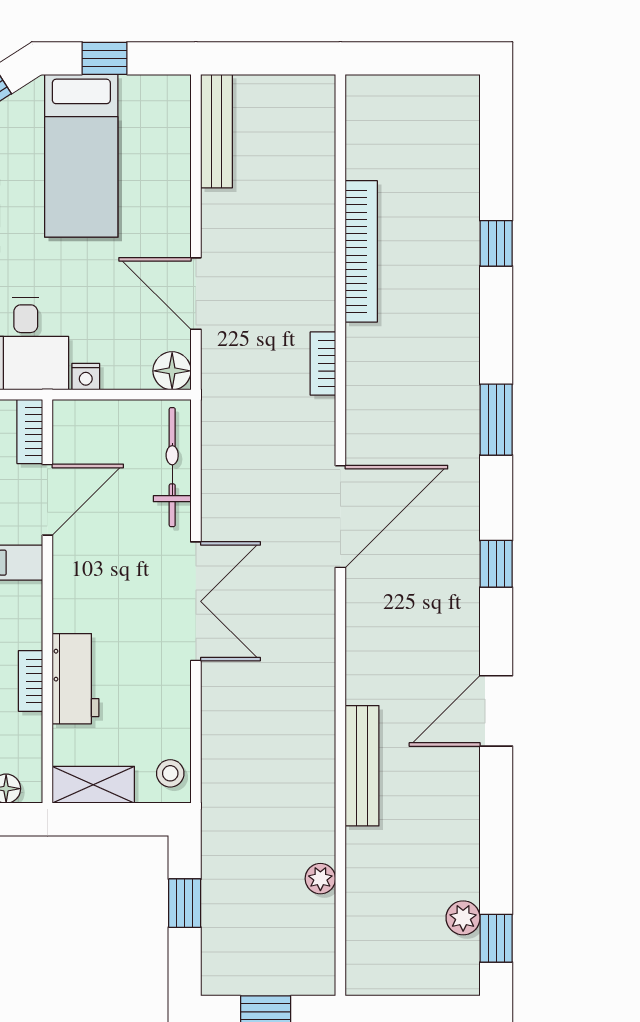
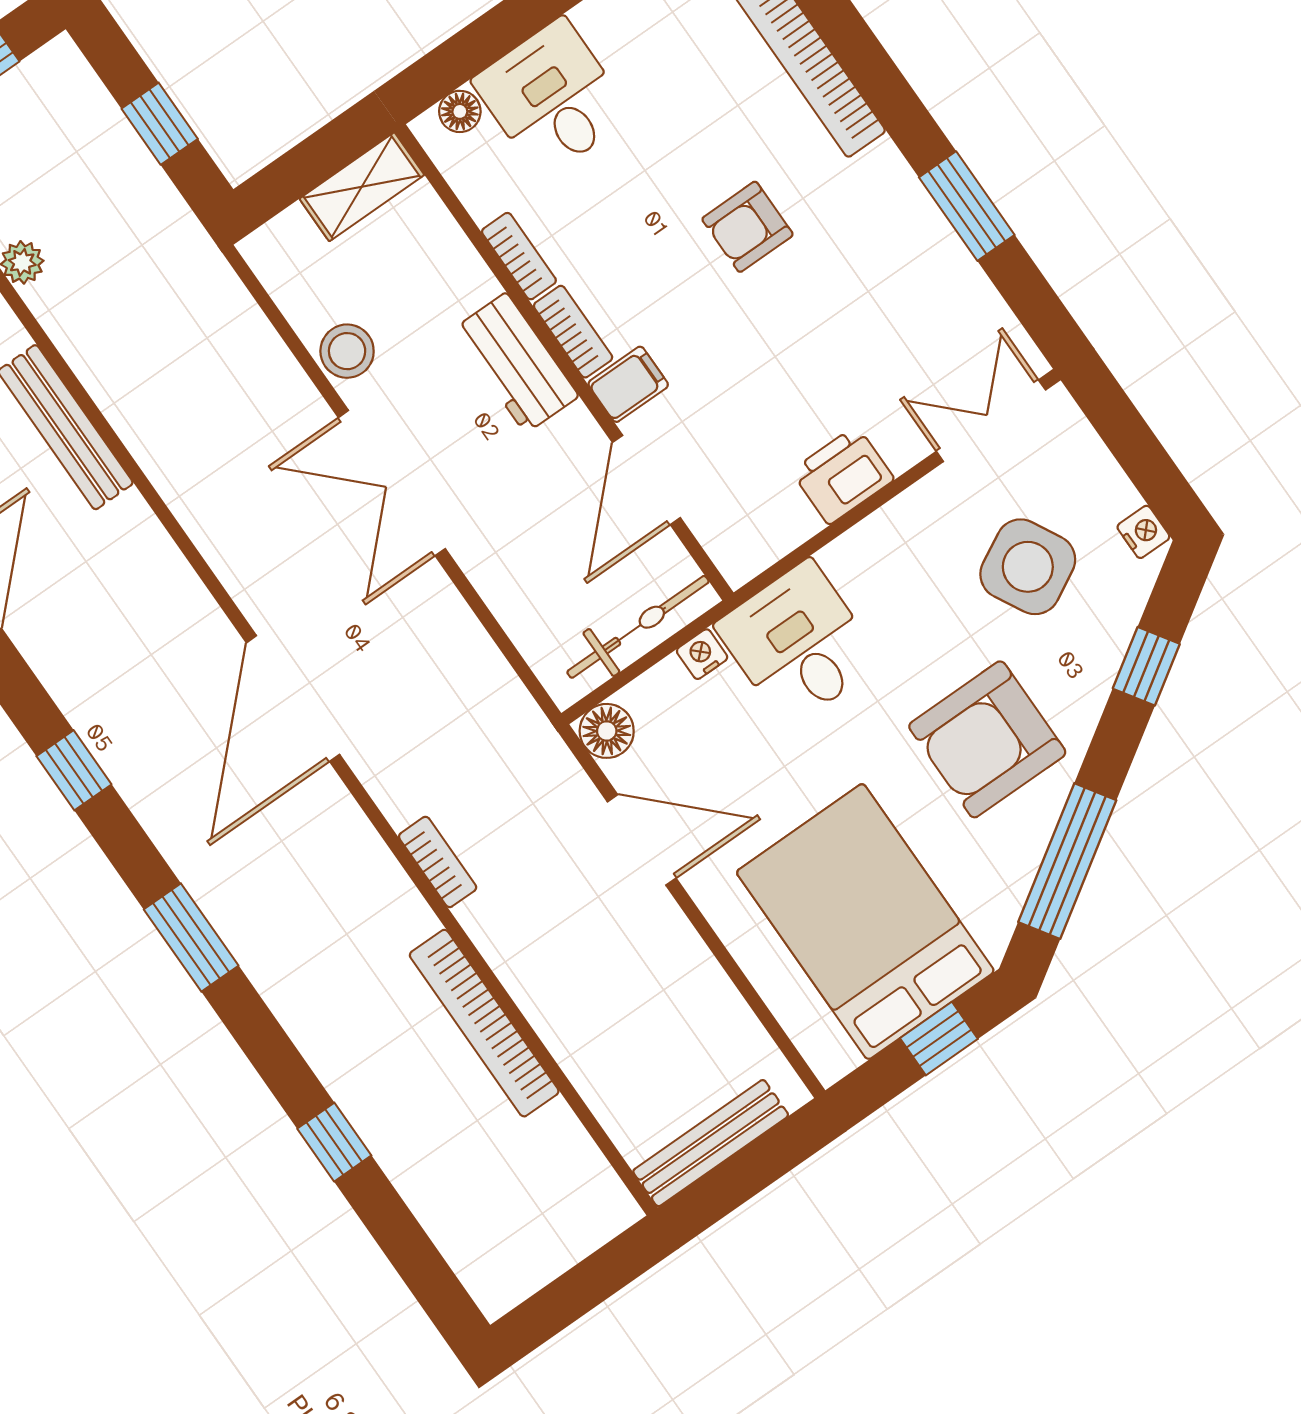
bench: (217, 131) -> (711, 1143), moved, turned 90
bed: (81, 156) -> (865, 922), width x1.50
bookcase: (30, 432) -> (573, 332), moved
bicycle: (172, 467) -> (638, 627), moved, turned -90
workbench: (76, 679) -> (516, 363), moved
stool: (170, 773) -> (347, 351), moved, width x1.37, depth x1.37

